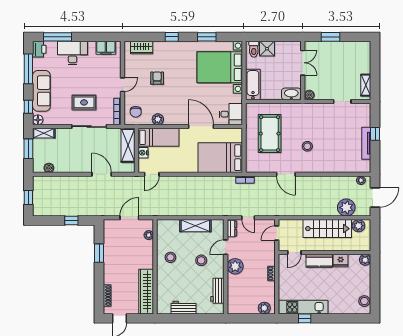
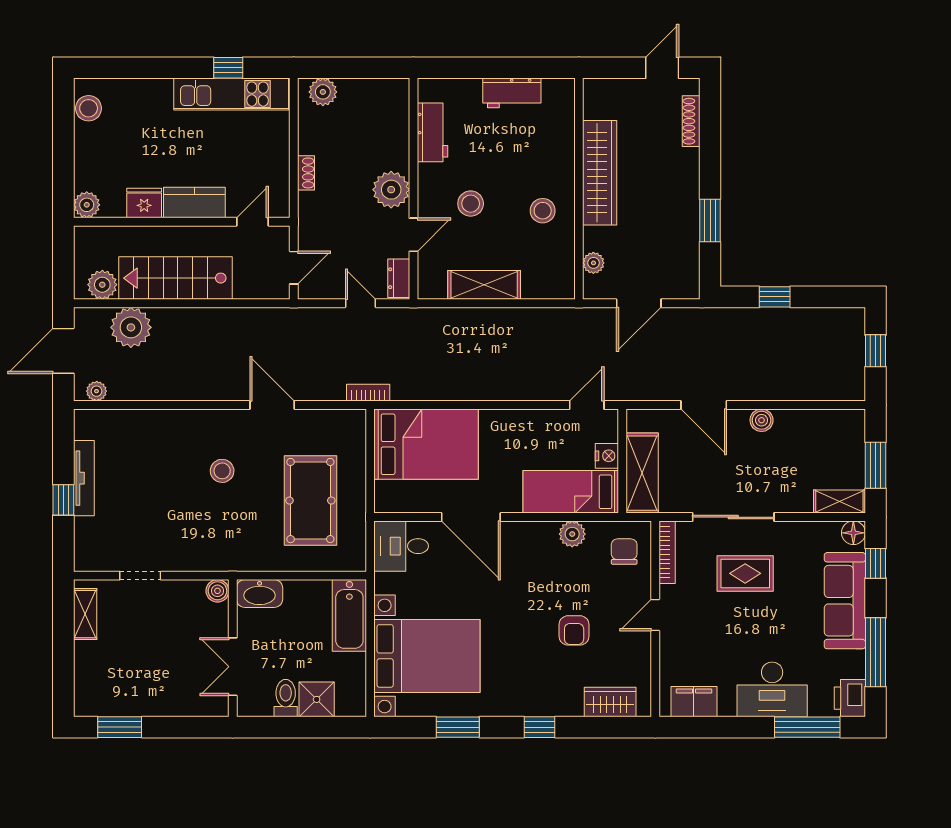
window: (331, 37) -> (120, 727), moved
toilet: (254, 49) -> (286, 698), moved
boiler: (49, 168) -> (762, 420), moved
wardrobe: (146, 292) -> (600, 173), moved

